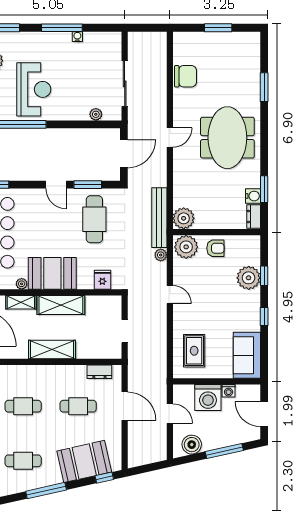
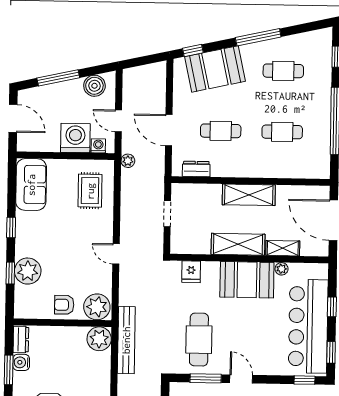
plant: (161, 255) -> (128, 161), moved
washing machine: (229, 391) -> (98, 146), moved

